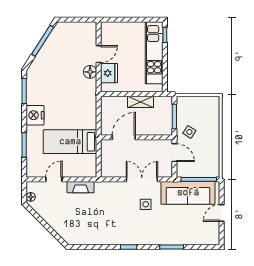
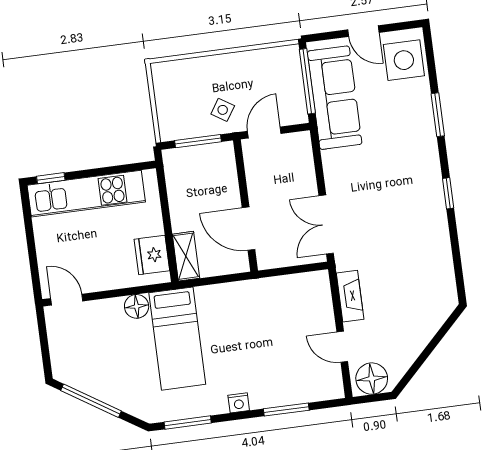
door: (99, 54) -> (67, 300), moved
fridge: (109, 73) -> (152, 255), moved, turned -90
shelving: (140, 102) -> (186, 256), moved
nightstand: (35, 115) -> (239, 403), width x0.53, depth x0.56
bed: (70, 142) -> (177, 339), moved
double door: (142, 179) -> (326, 225), moved
floor lamp: (31, 197) -> (372, 379), width x1.89, depth x1.89
side table: (146, 204) -> (404, 60), moved, width x1.87, depth x1.87

